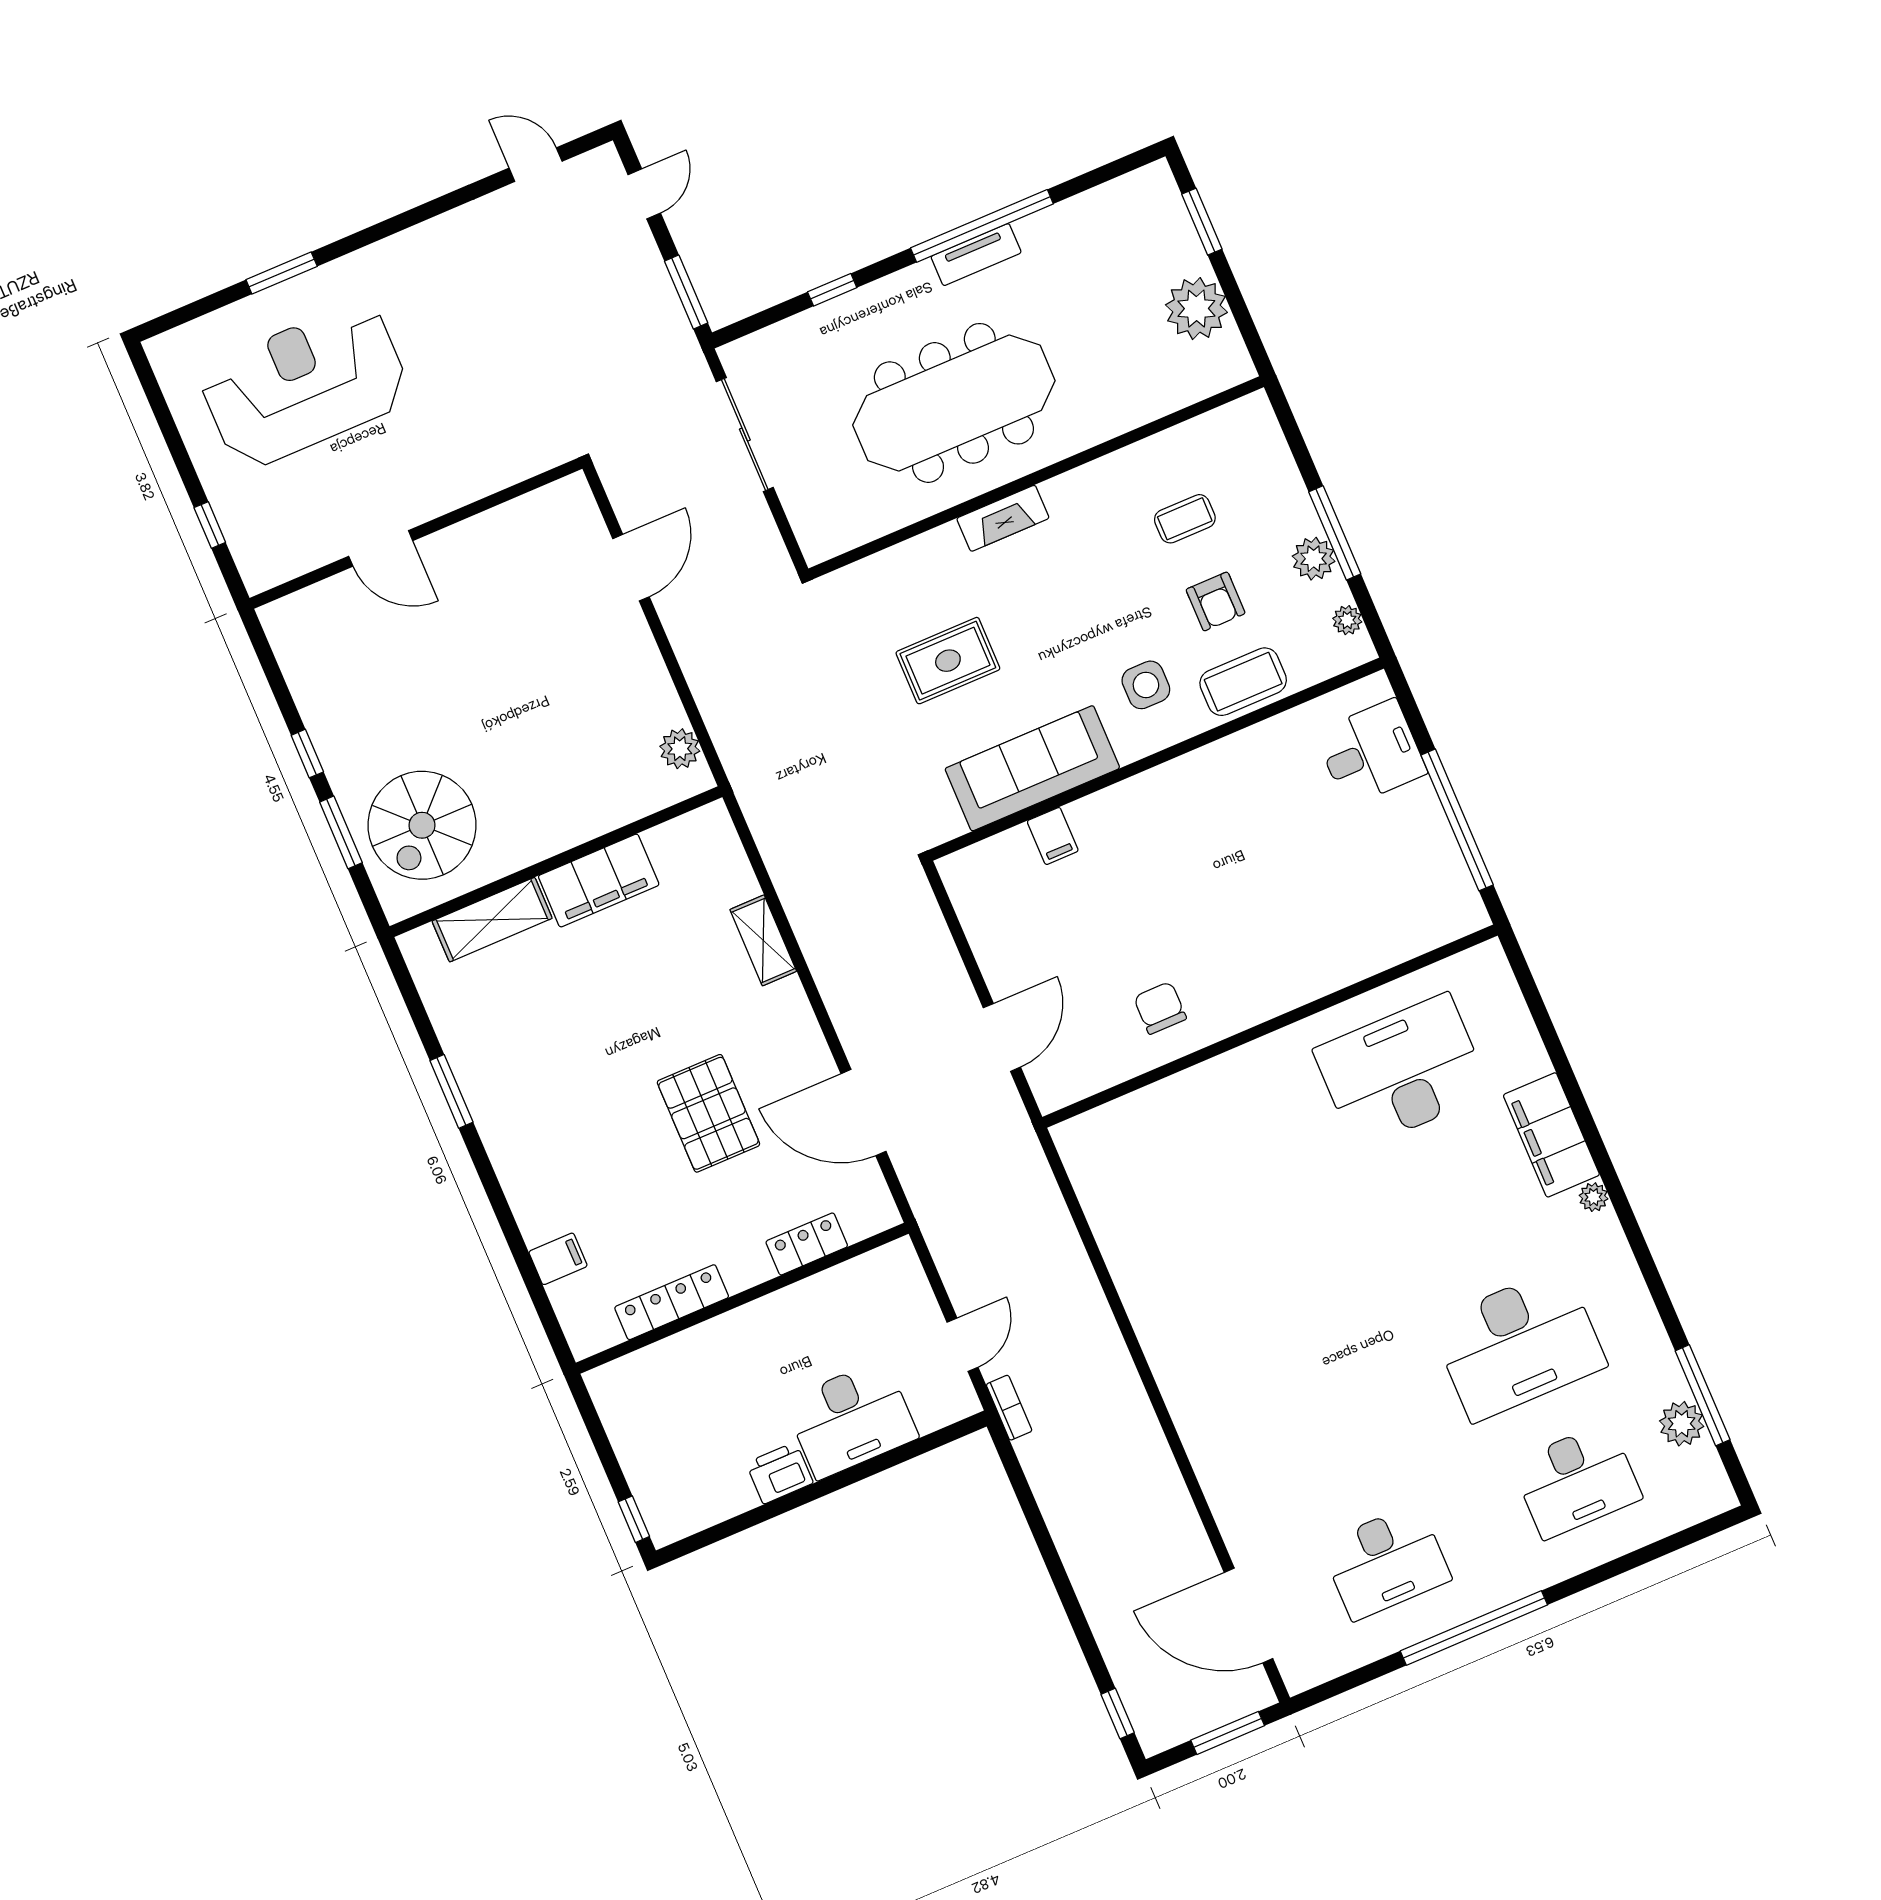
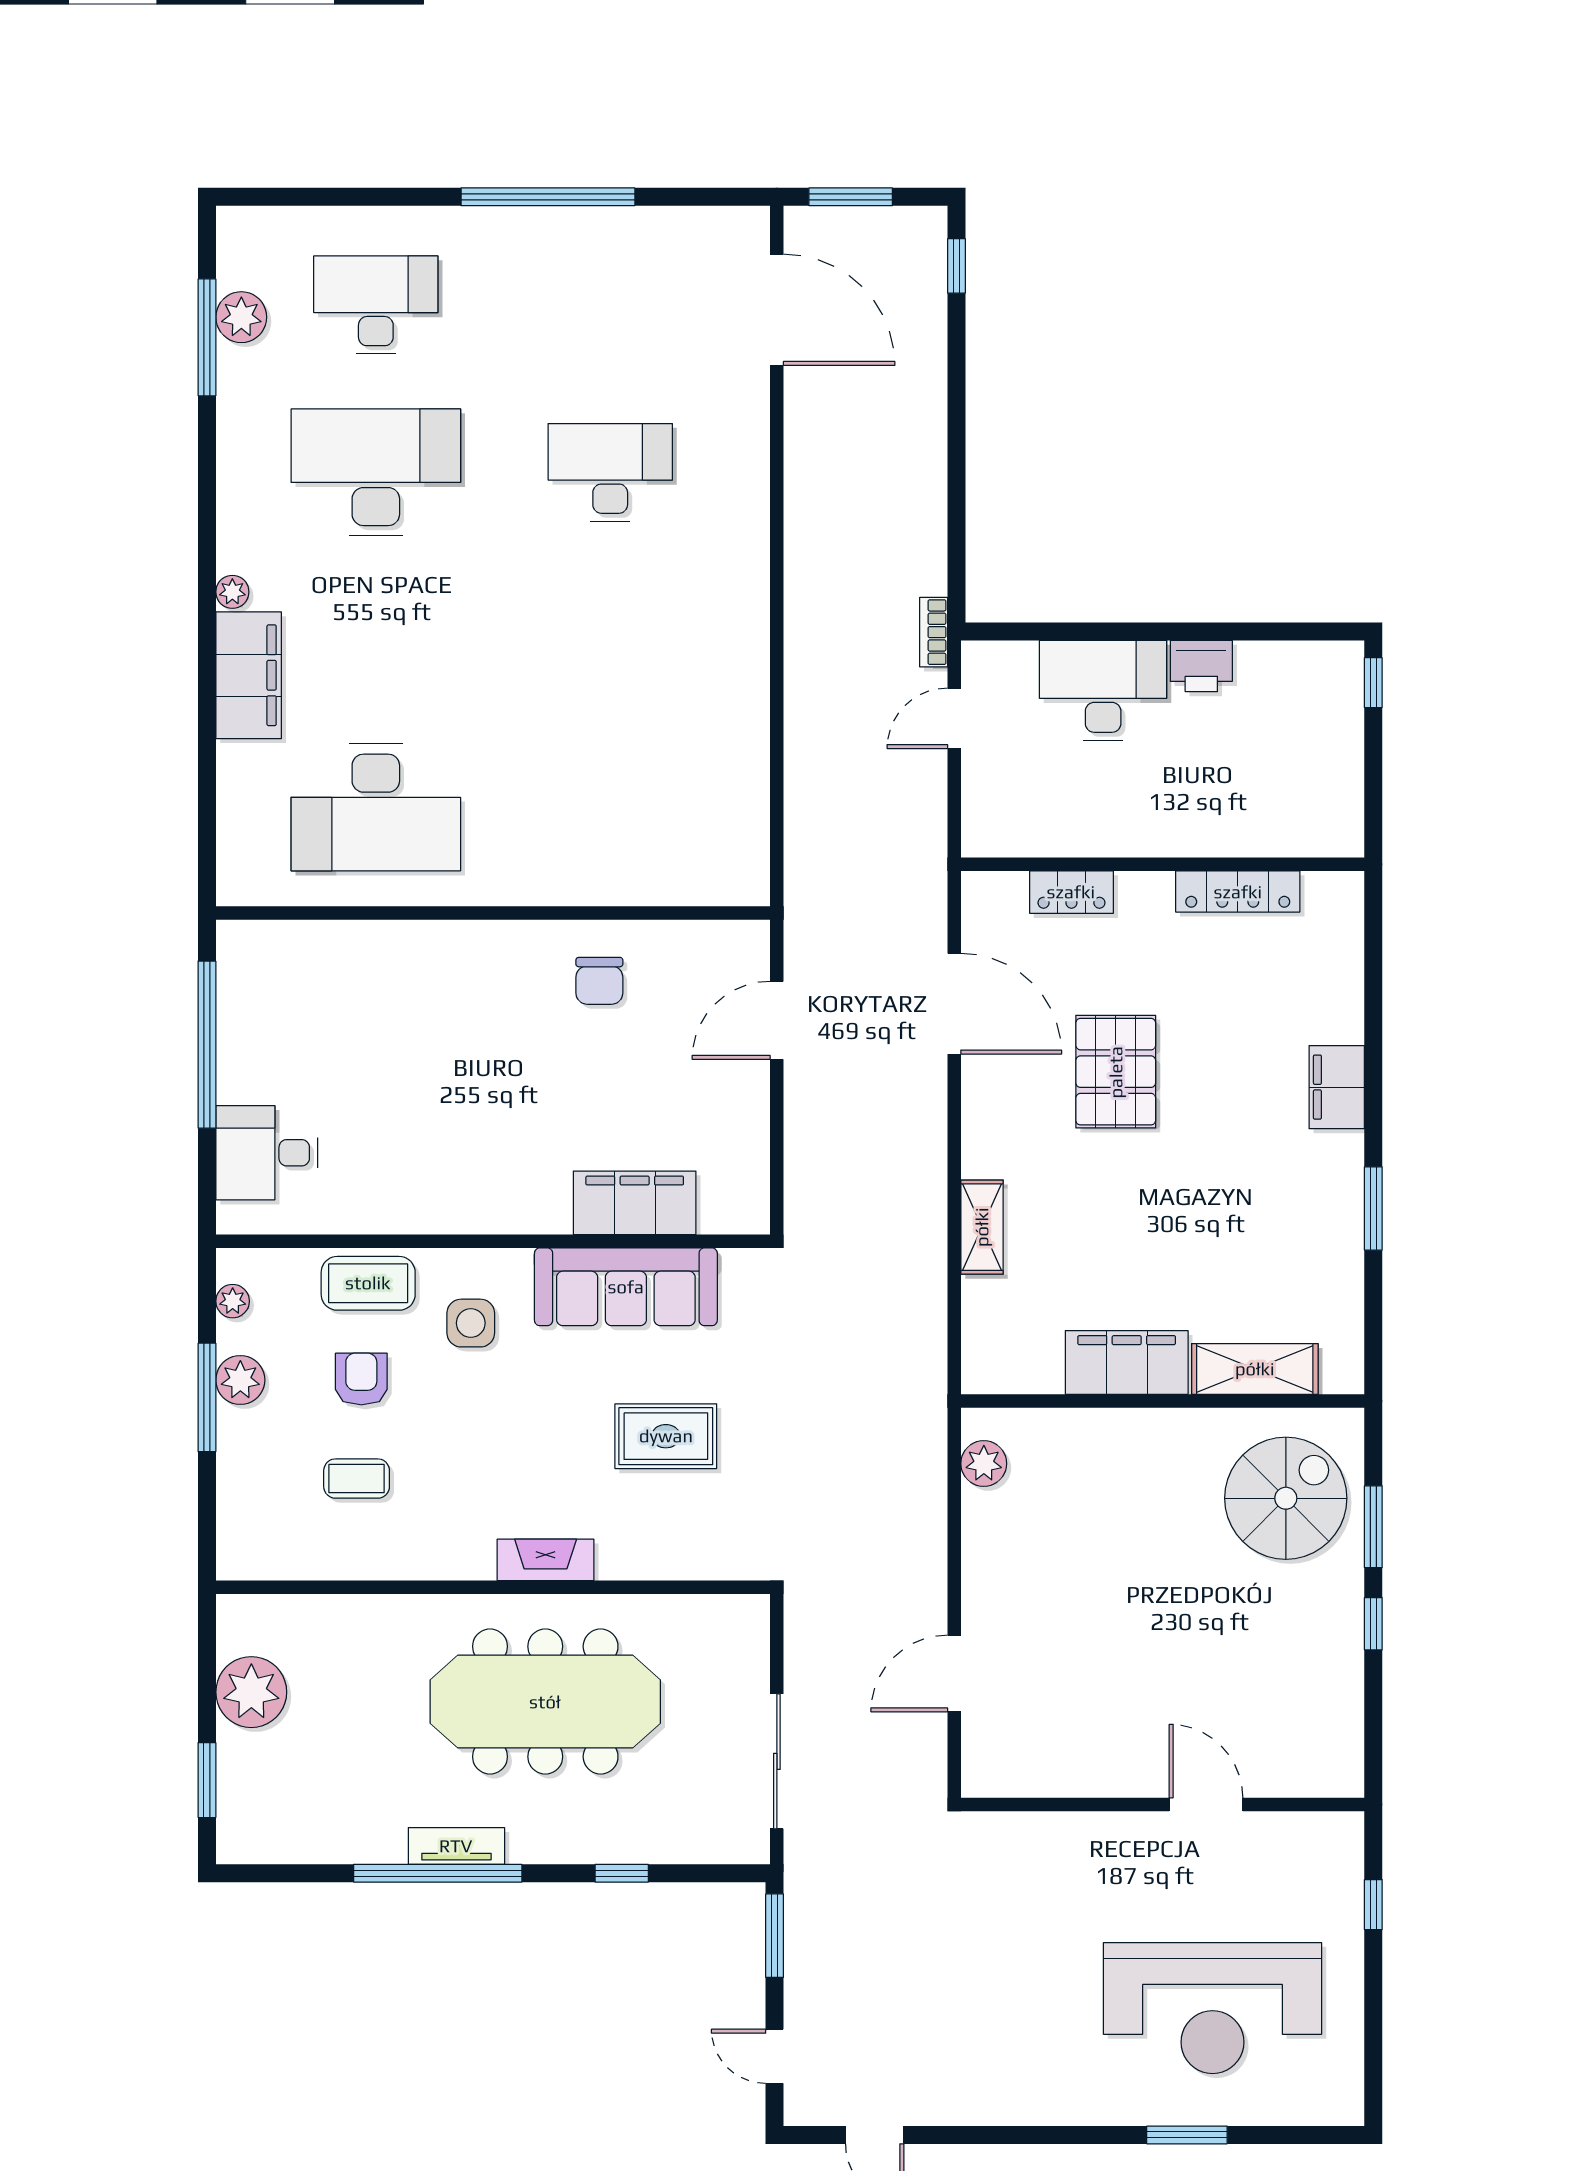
door: (644, 194) -> (775, 2056), hinge flipped
filing cabinet: (1053, 836) -> (635, 1203), width x3.00, depth x1.17
filing cabinet: (558, 1259) -> (1337, 1087), moved, width x2.00
desk: (1386, 1562) -> (610, 472), moved

